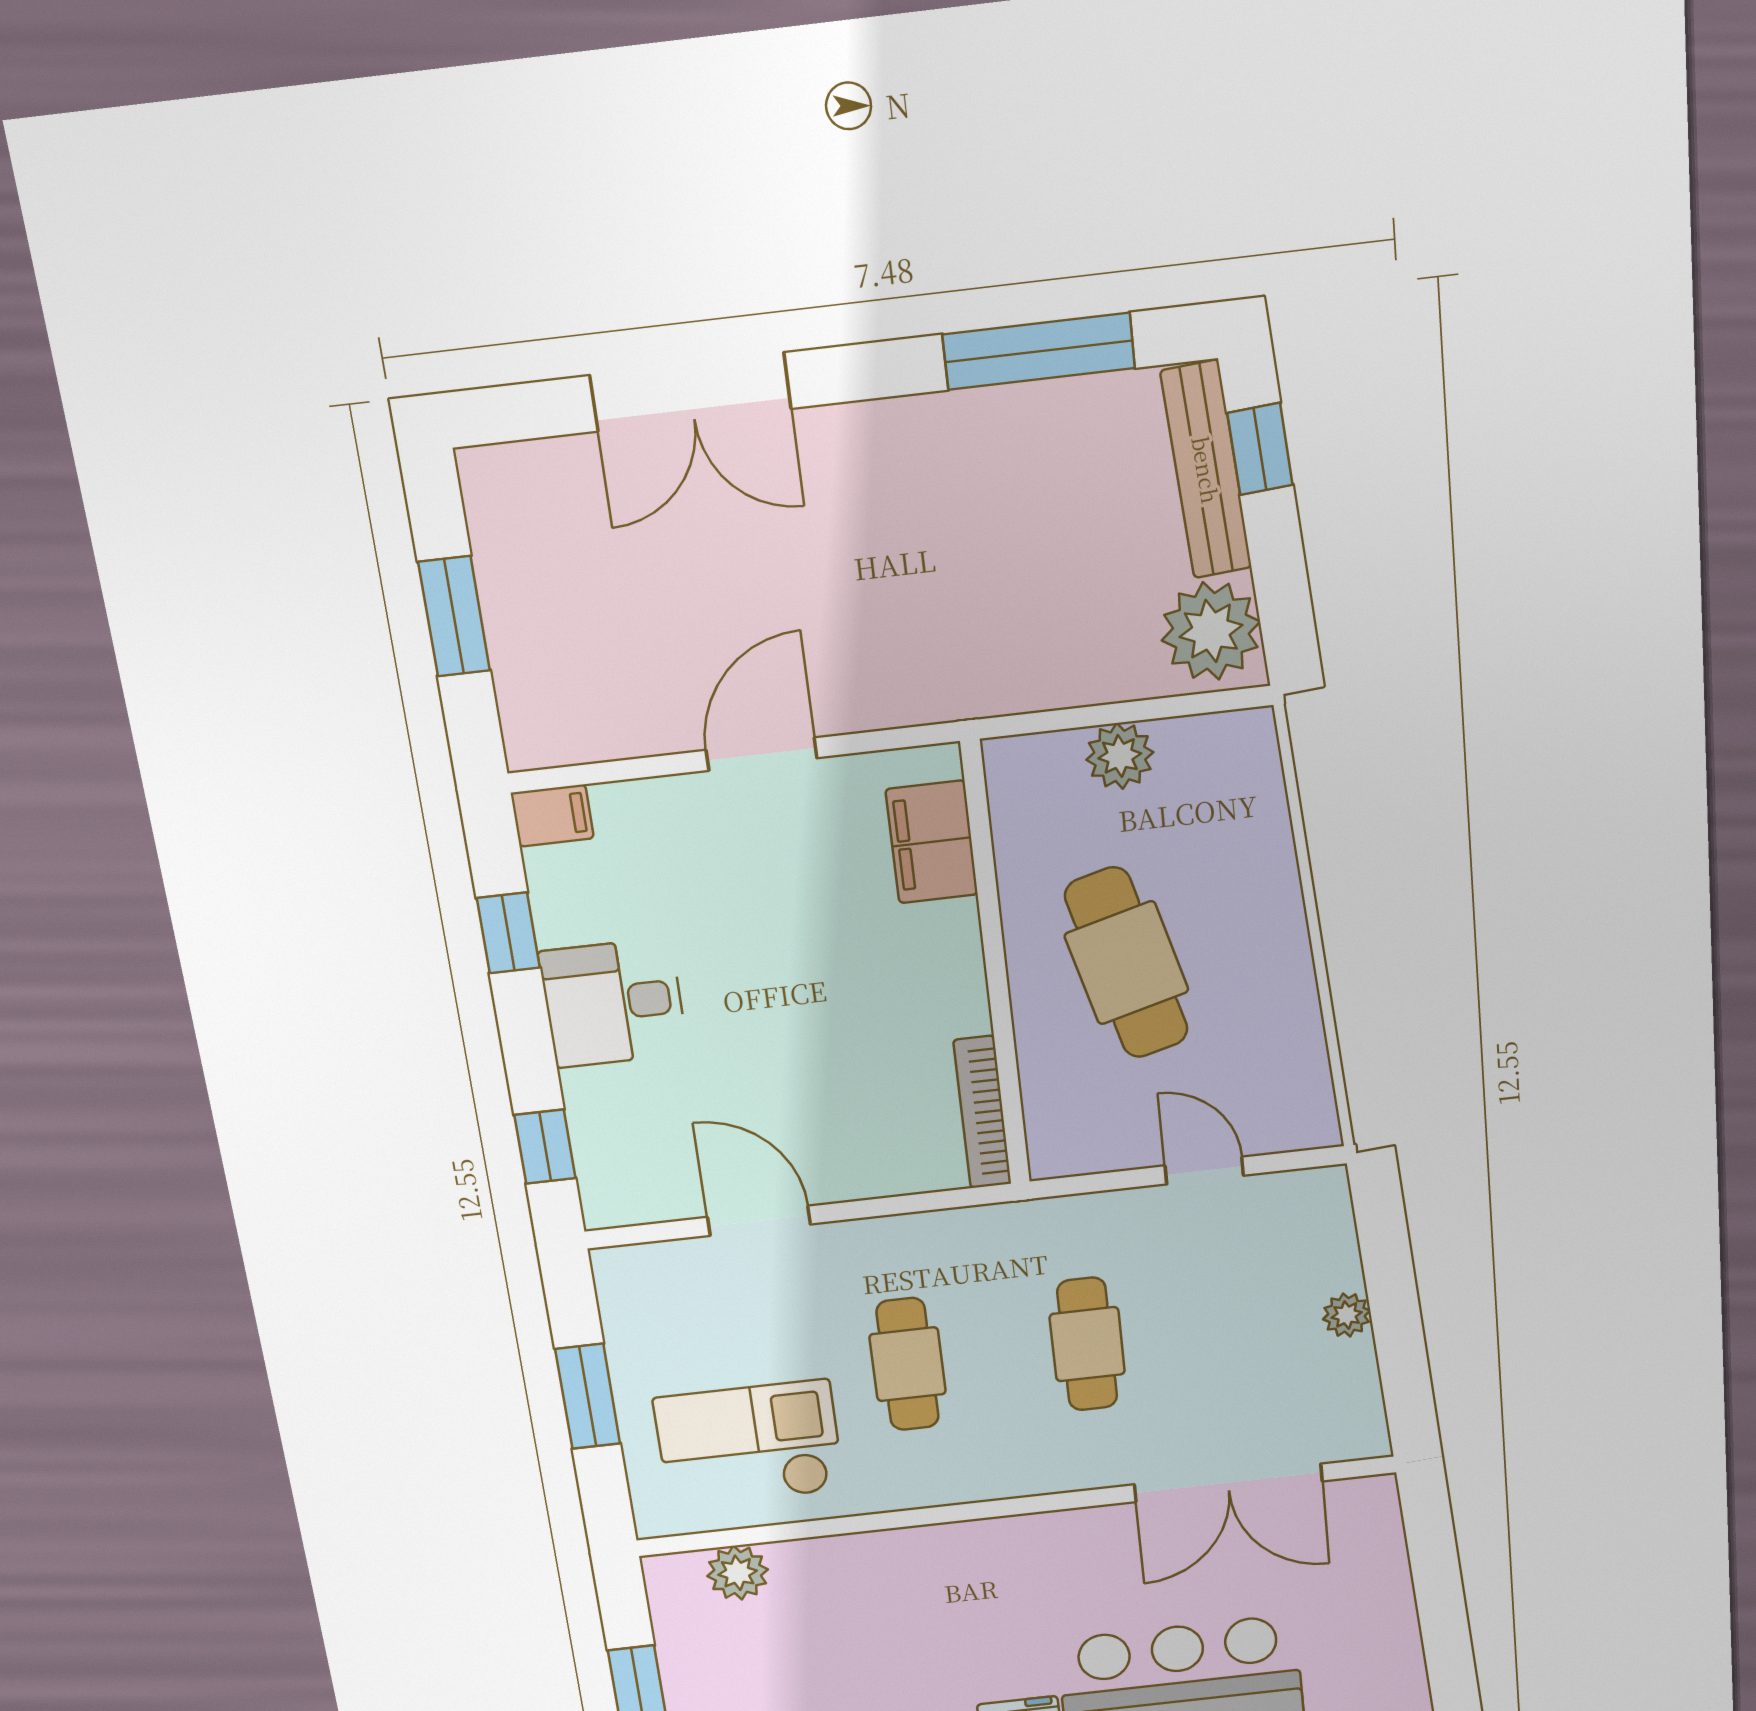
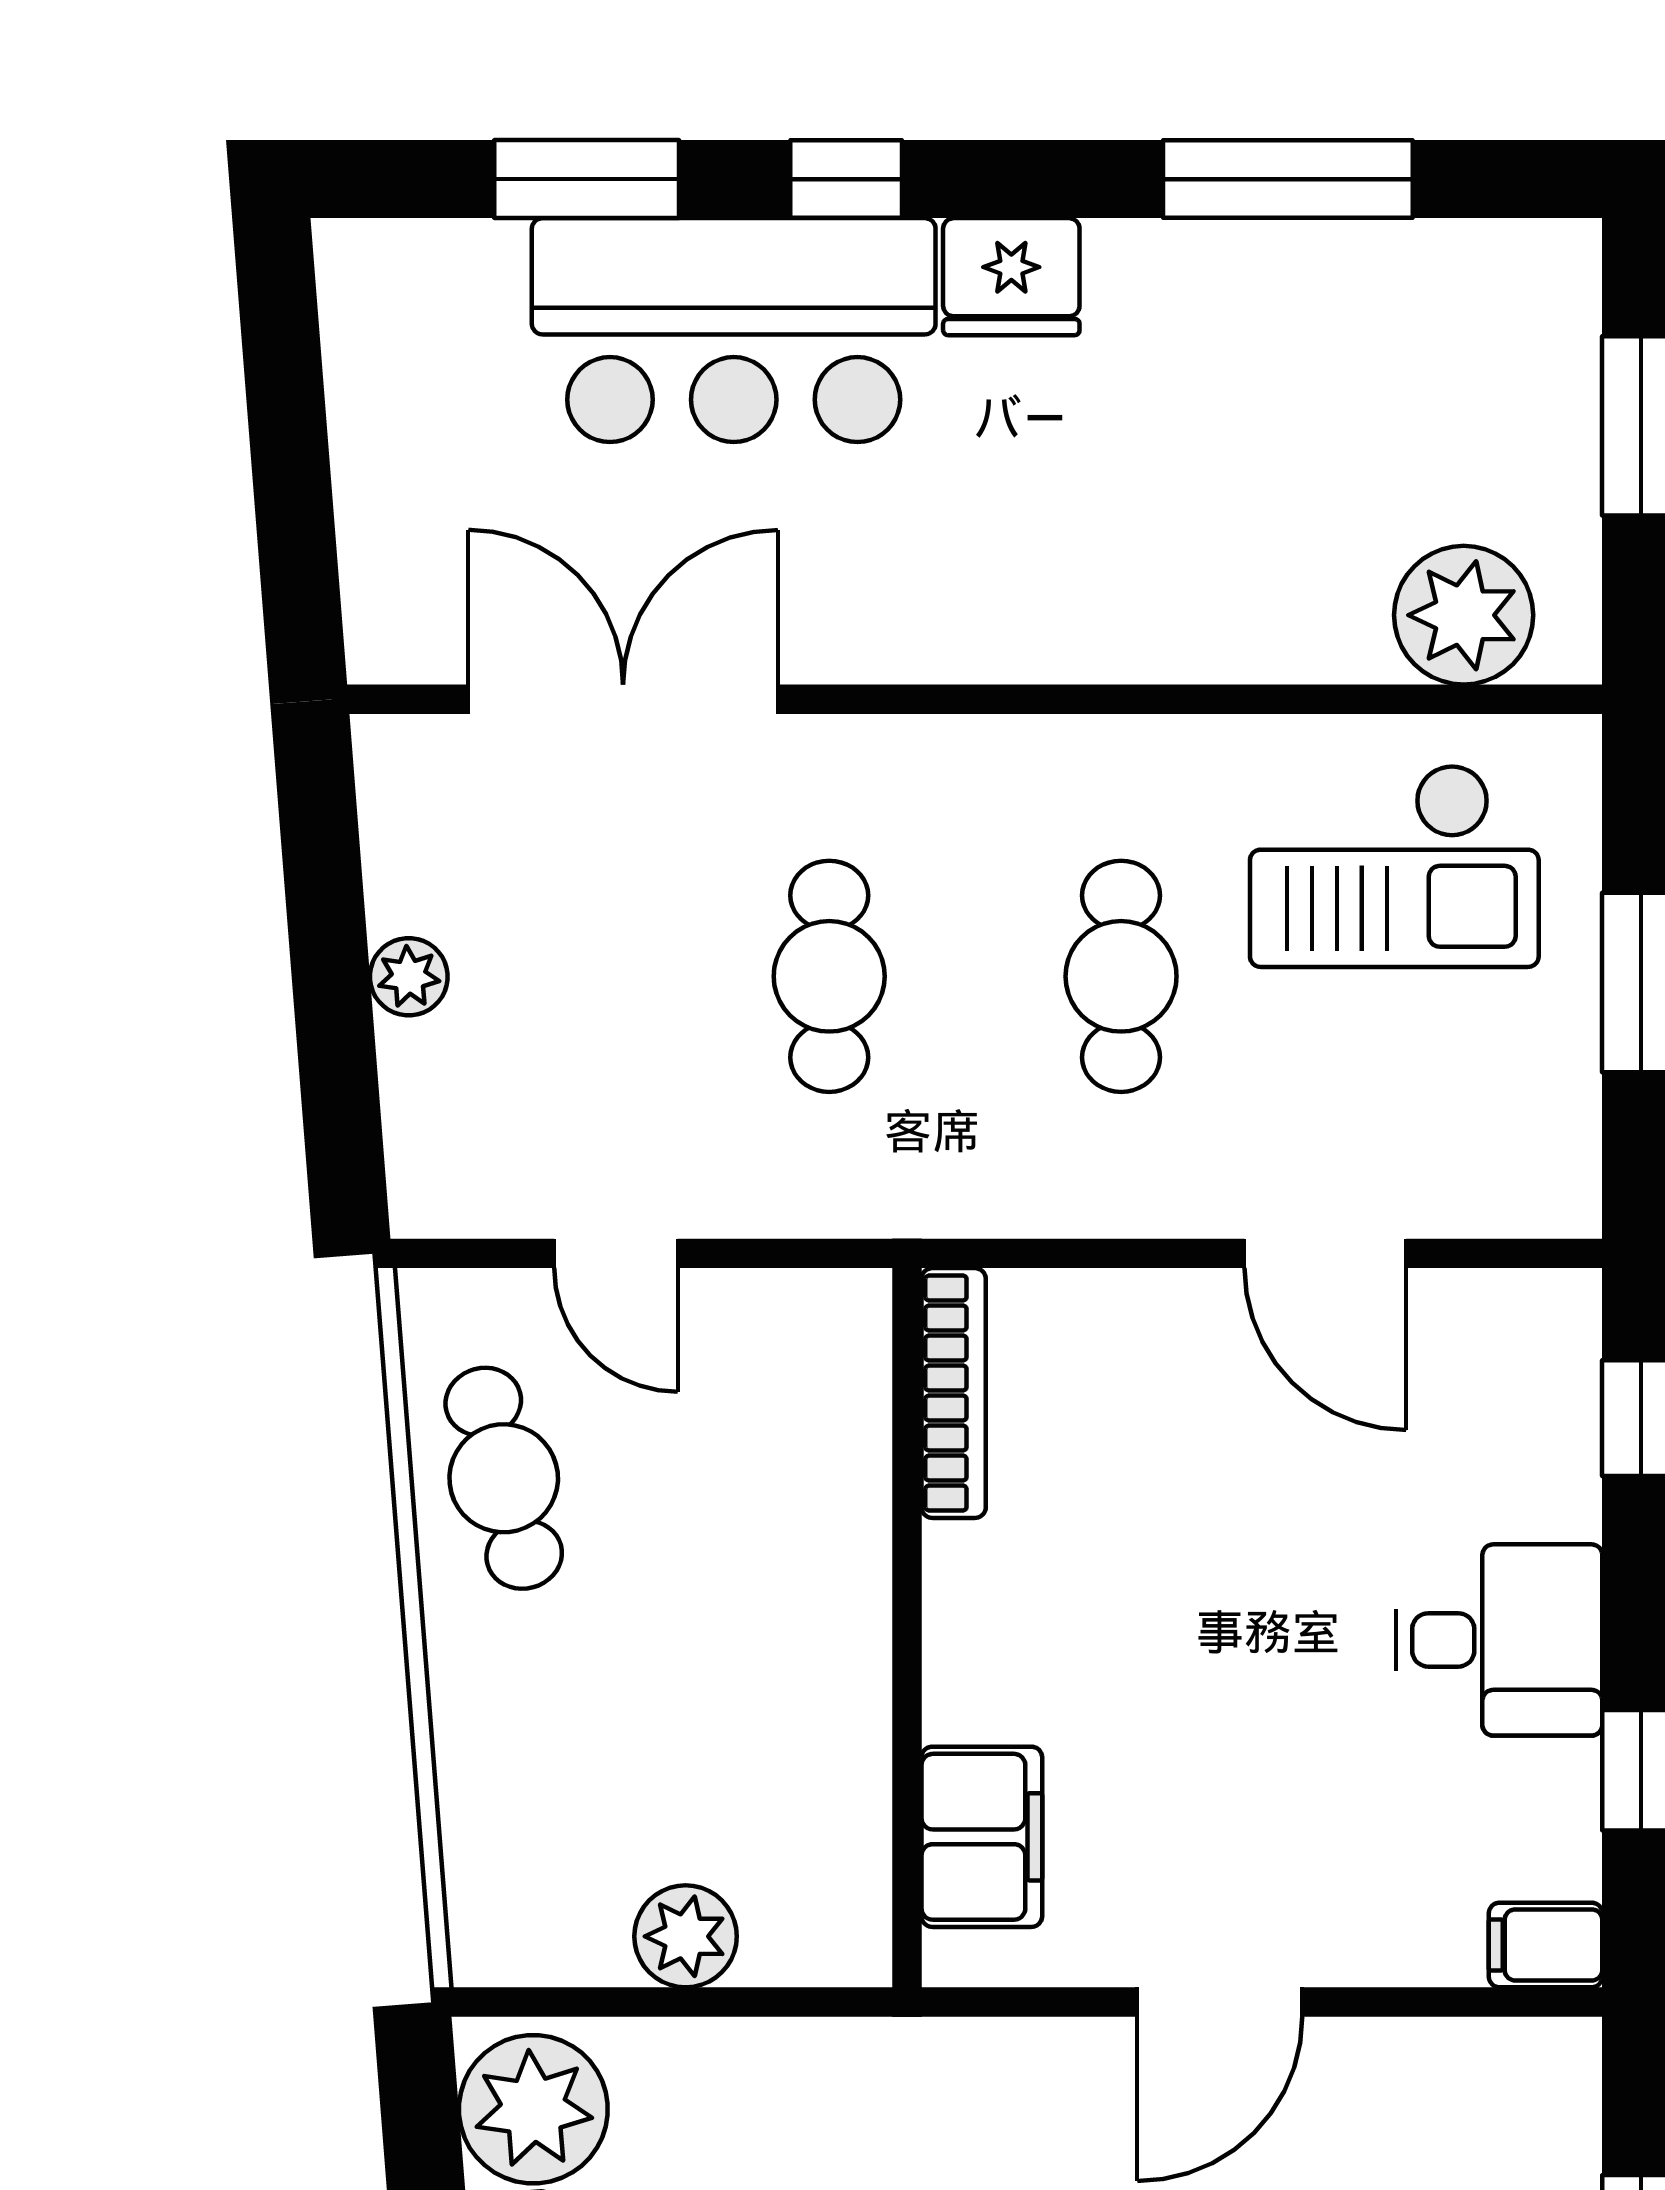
cafe table: (1127, 963) -> (504, 1478), moved, width x0.73, depth x0.74
plant: (738, 1573) -> (1464, 615), width x1.36, depth x1.36

